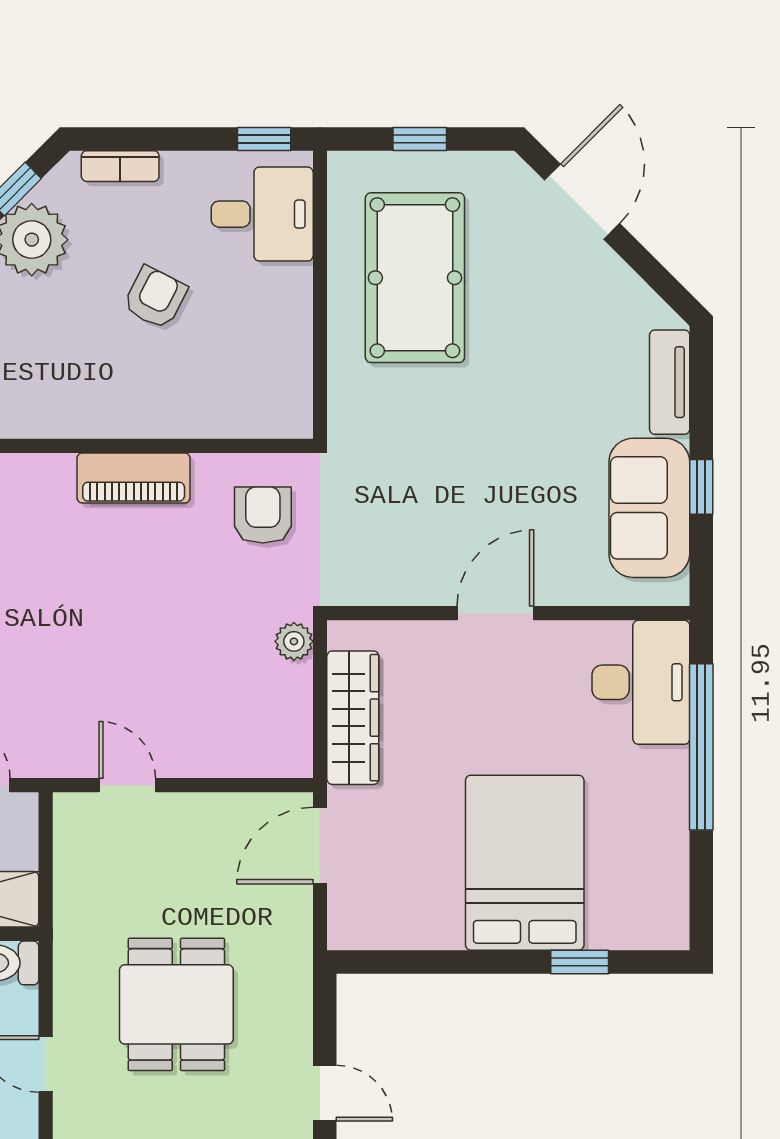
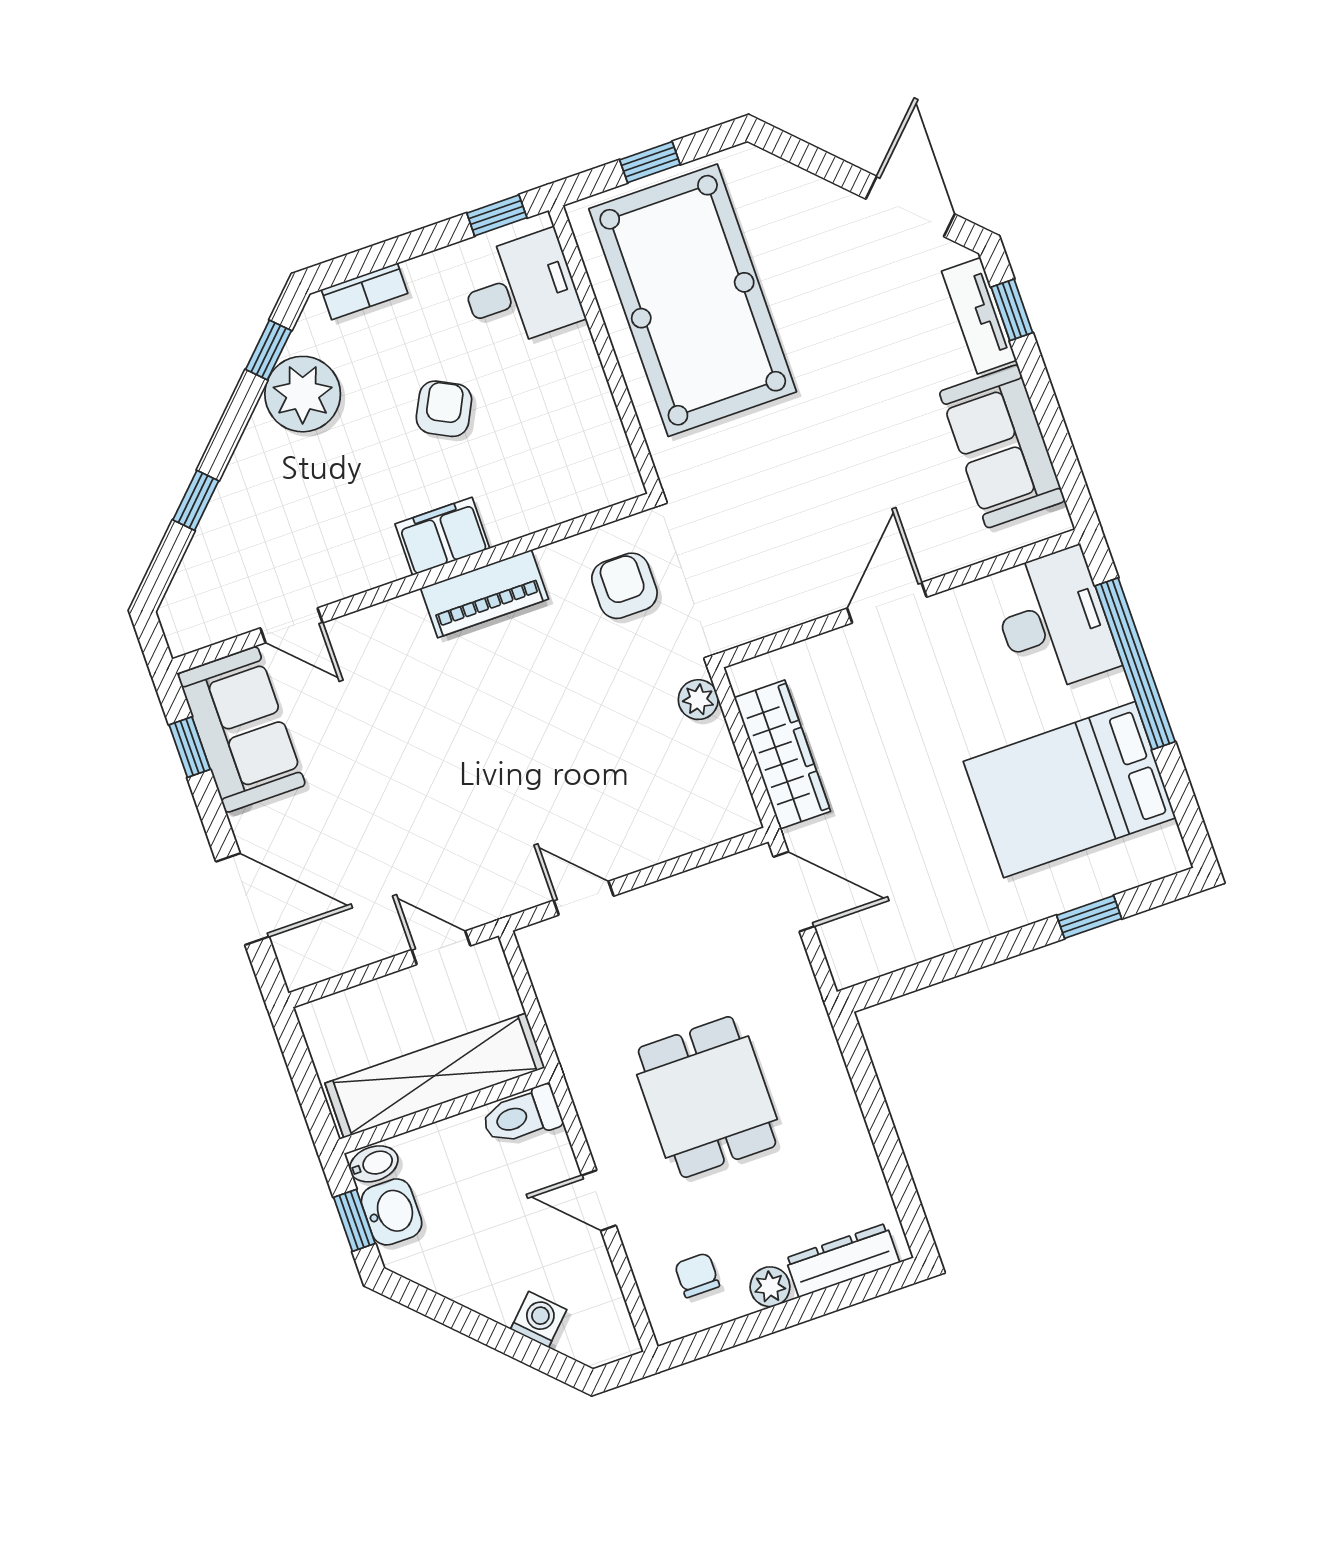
door: (582, 202) -> (910, 206), moved
pool table: (415, 278) -> (693, 300), width x1.36, depth x1.32
filing cabinet: (114, 413) -> (442, 536), added
window: (701, 487) -> (1012, 310), moved
door: (320, 846) -> (794, 892), swing flipped
bed: (525, 863) -> (1070, 790), moved, turned -90
door: (325, 1093) -> (883, 1134), removed

